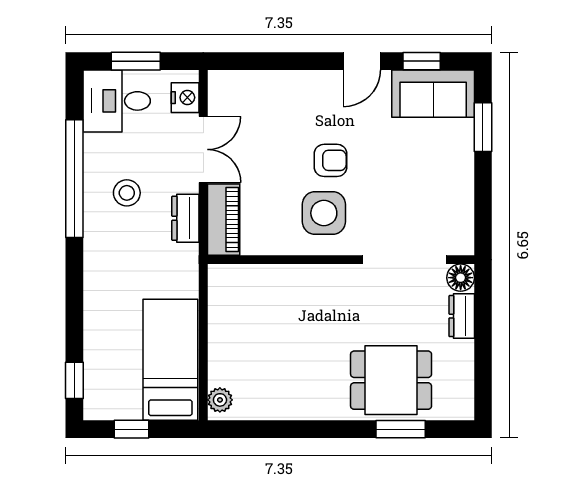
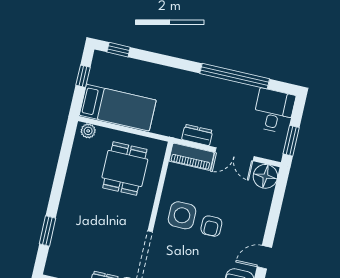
window: (136, 61) -> (291, 141), moved
door: (362, 61) -> (264, 257), hinge flipped
floor lamp: (228, 90) -> (265, 176), added
nightstand: (185, 98) -> (267, 151), removed
stool: (127, 193) -> (220, 105), removed
dining table: (391, 380) -> (125, 169), moved

